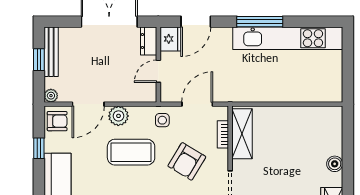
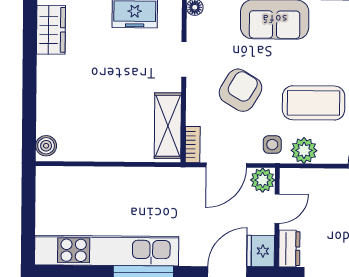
plant: (169, 93) -> (263, 180), added
plant: (118, 116) -> (304, 150), moved
bookcase: (223, 134) -> (193, 144), moved
boiler: (335, 164) -> (46, 146), moved

